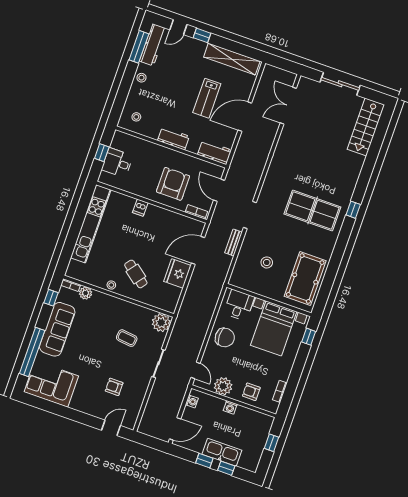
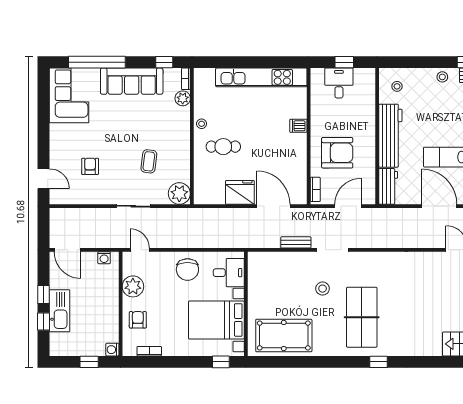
workbench: (173, 138) -> (390, 136), width x1.88, depth x1.32
stool: (267, 262) -> (323, 289), moved
cafe table: (136, 274) -> (223, 147), turned 52
door: (196, 370) -> (140, 250), swing flipped
washing machine: (230, 407) -> (112, 350), moved

